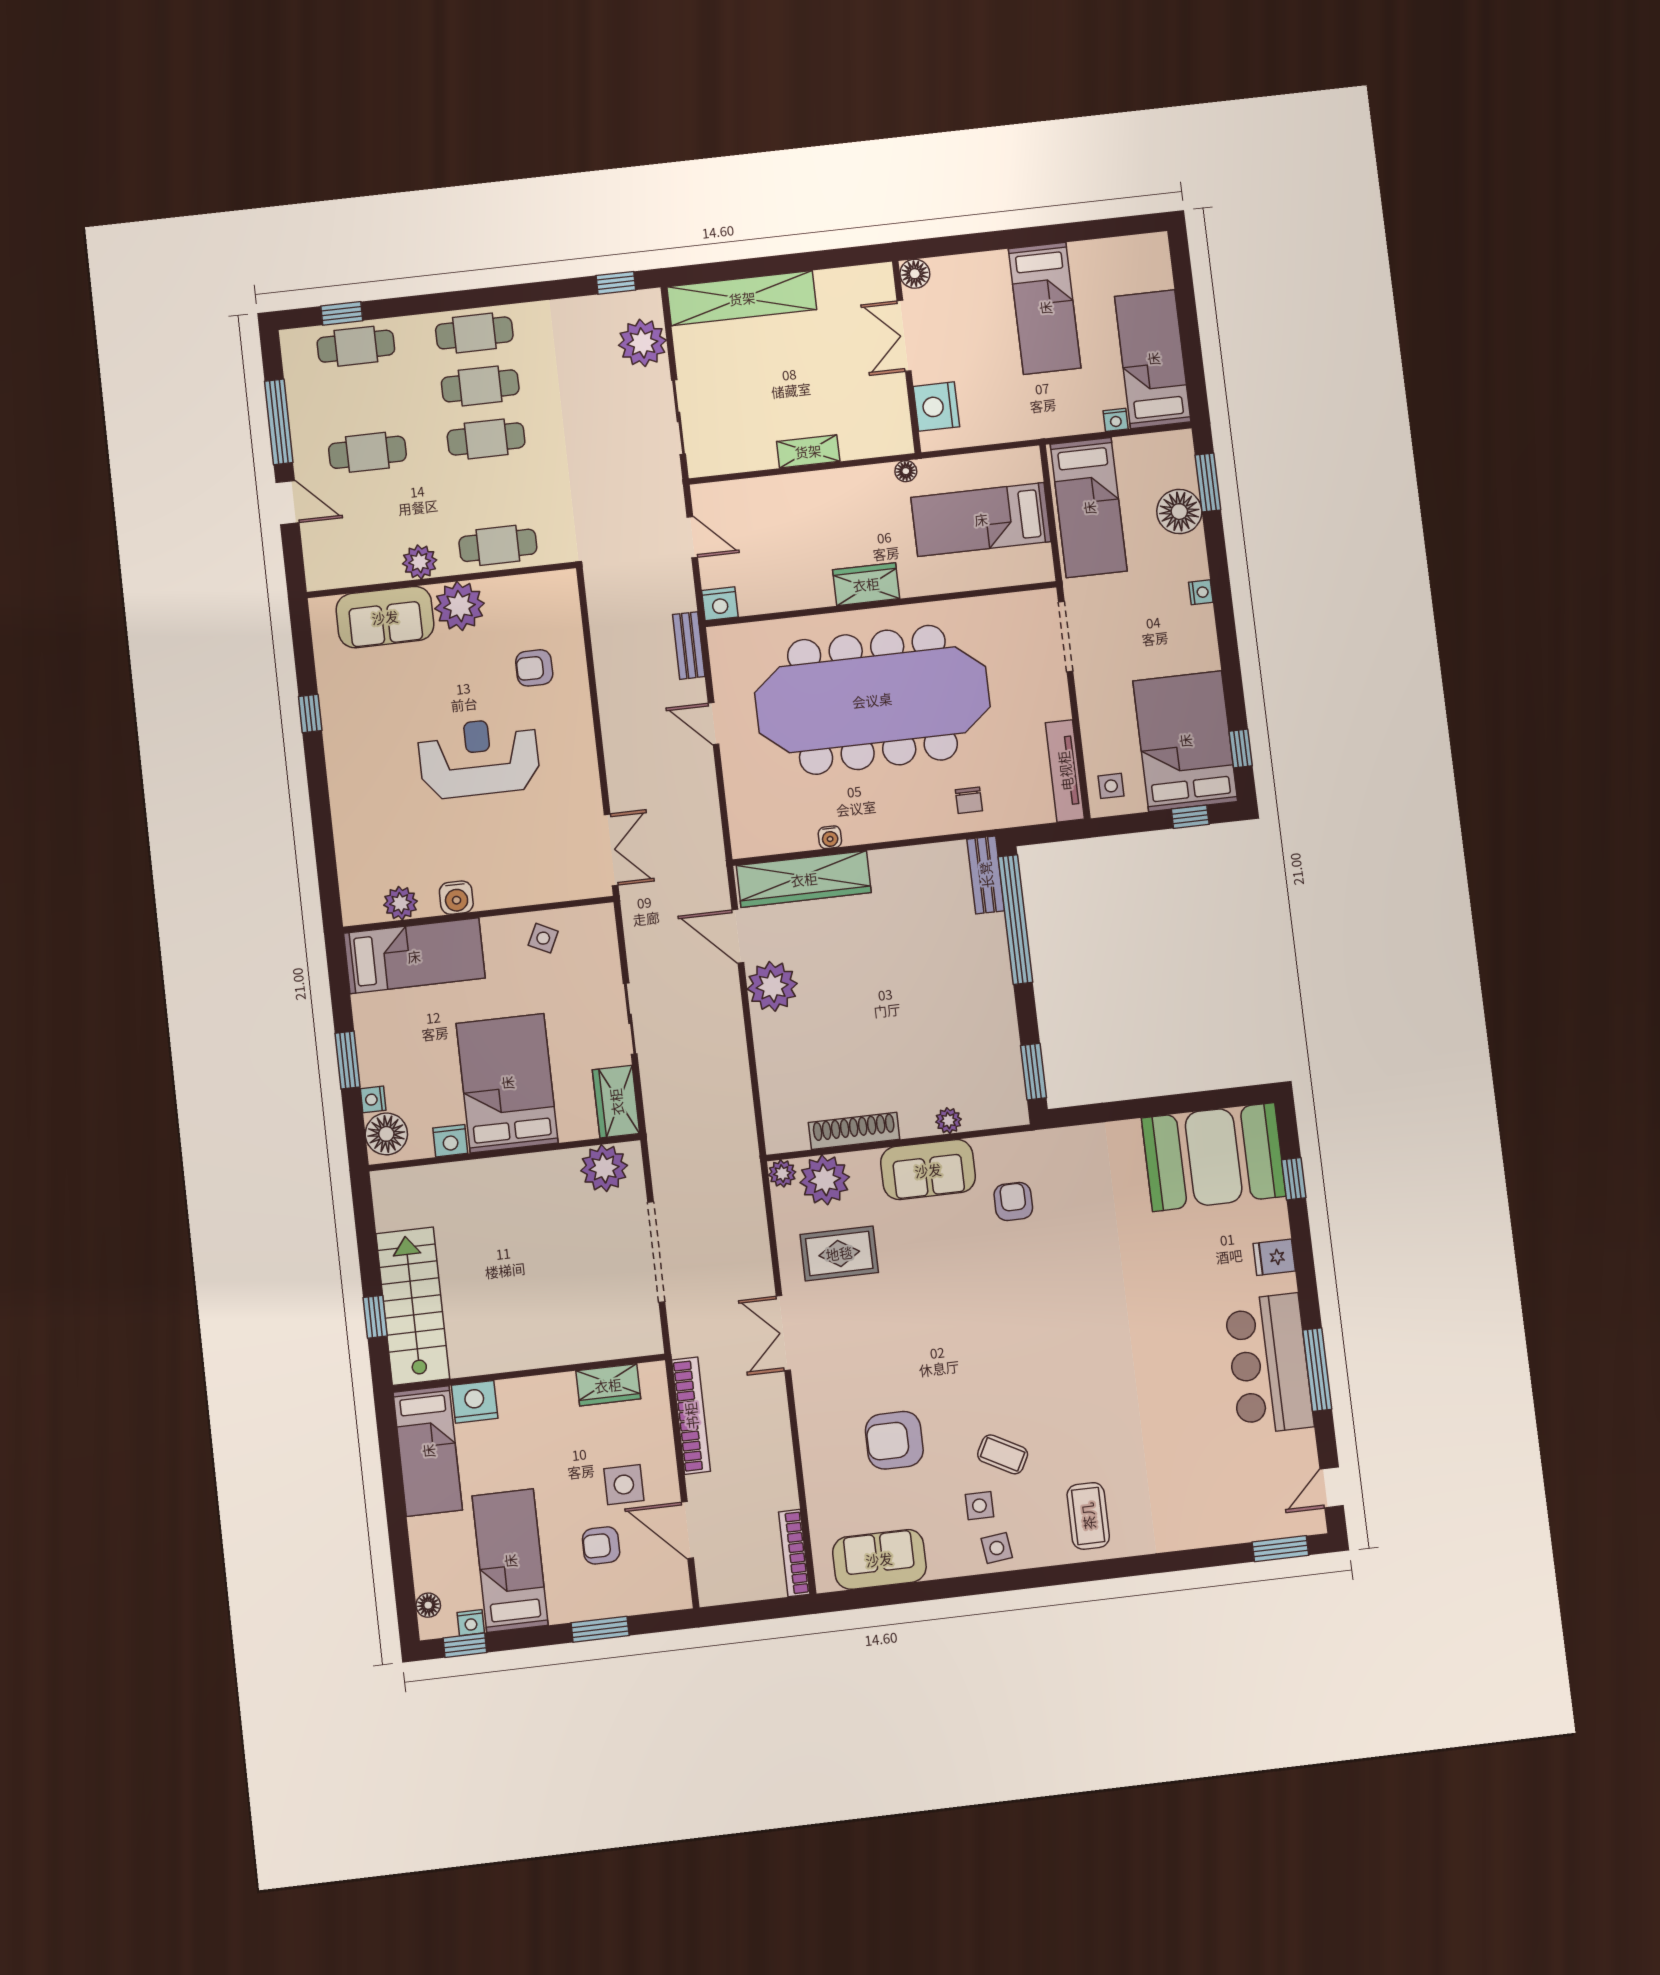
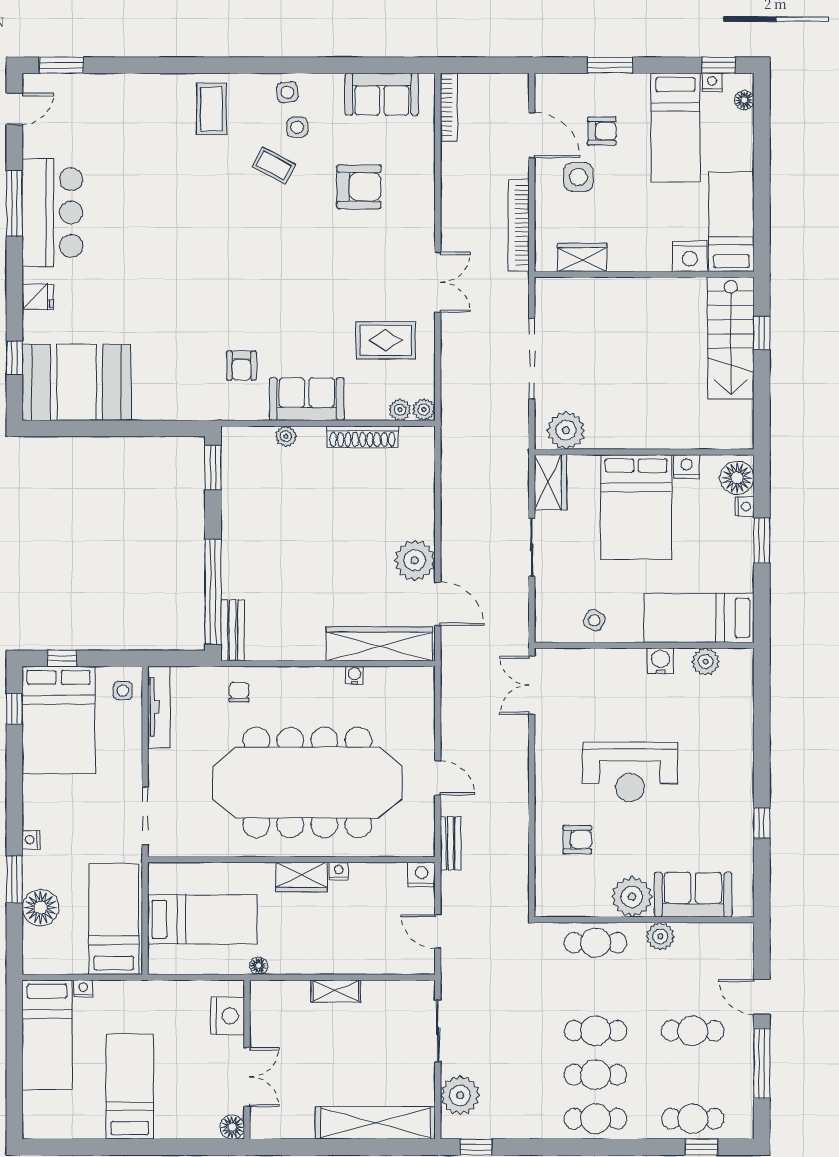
window: (1208, 483) -> (14, 879), moved
nightstand: (822, 597) -> (339, 871), added
plant: (825, 1180) -> (400, 410), width x0.53, depth x0.53

